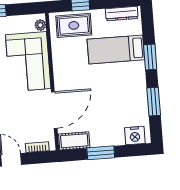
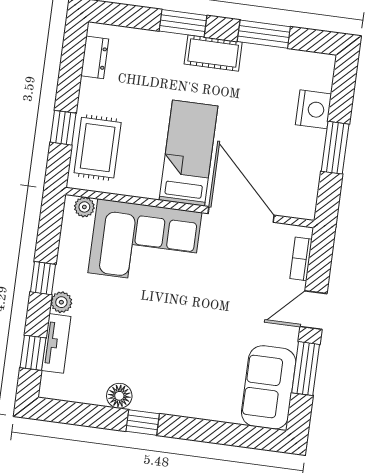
dresser: (122, 14) -> (95, 57), width x0.70
bed: (116, 50) -> (189, 153), moved, turned 180
nightstand: (135, 136) -> (313, 109), moved
cot: (74, 141) -> (213, 53), moved, turned 90

